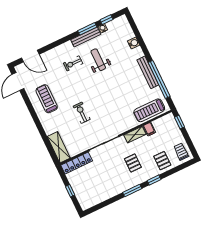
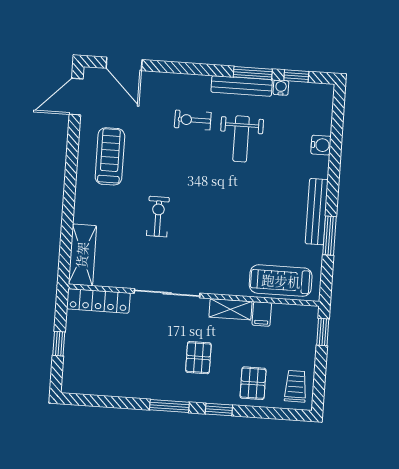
weight bench: (98, 60) -> (241, 139), turned 180
window: (159, 79) -> (329, 236), width x0.47

